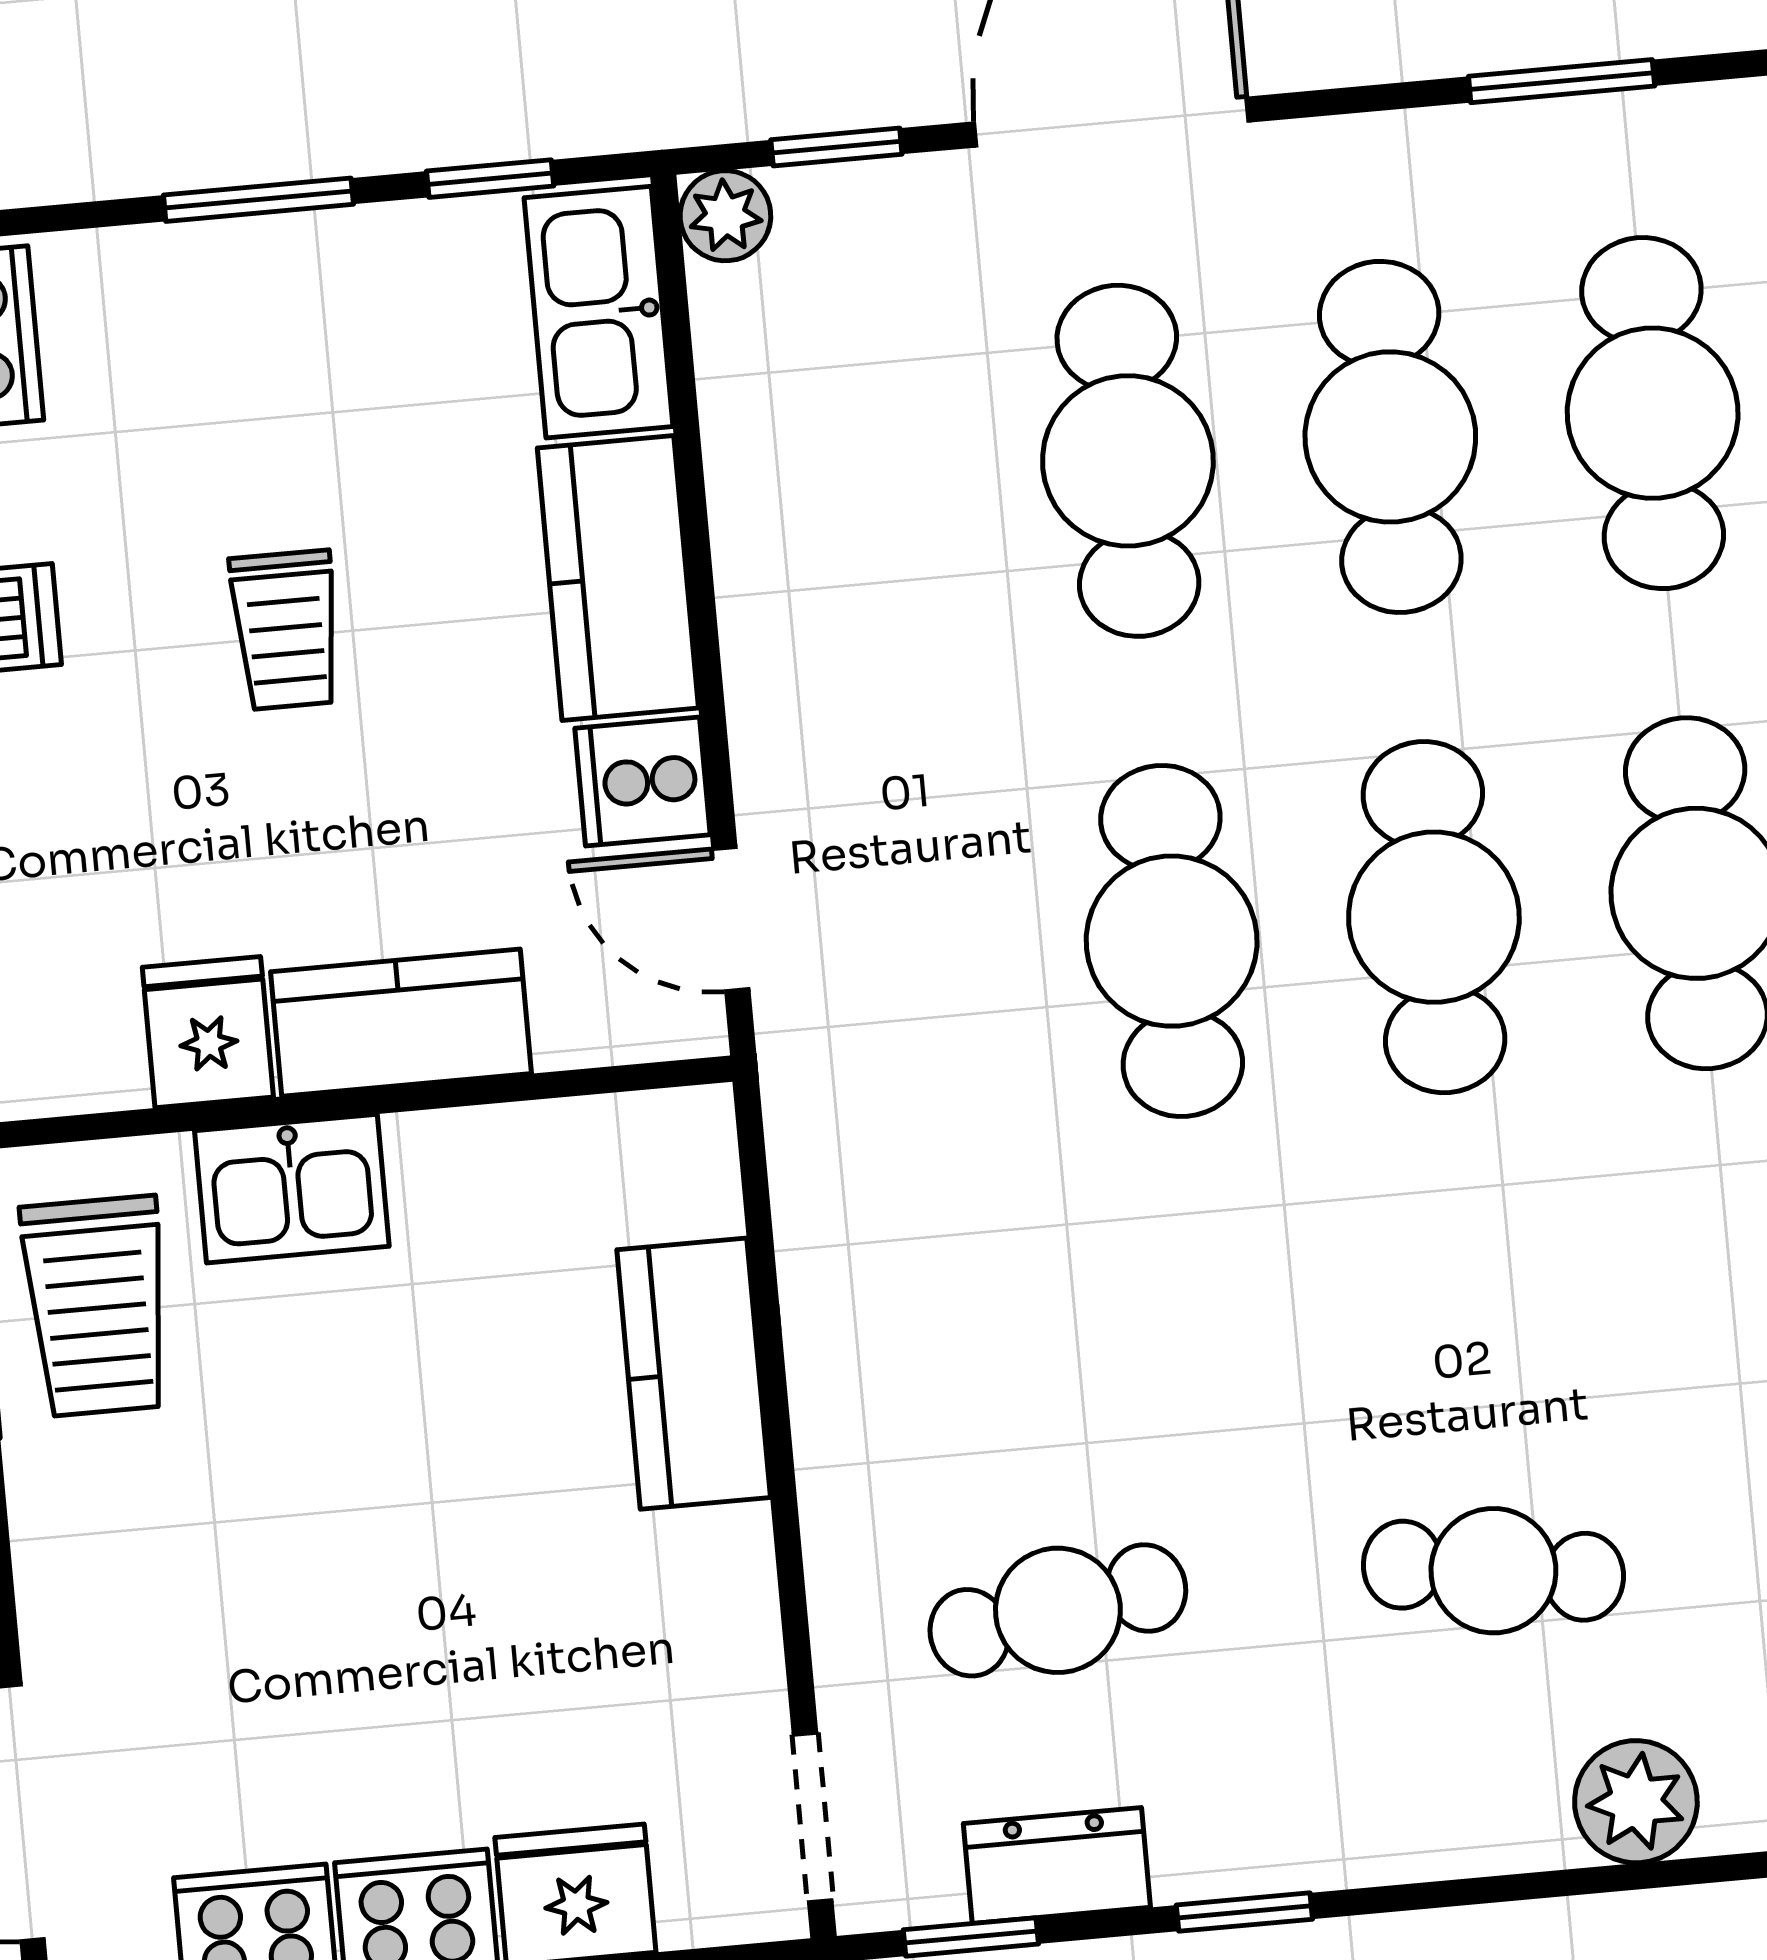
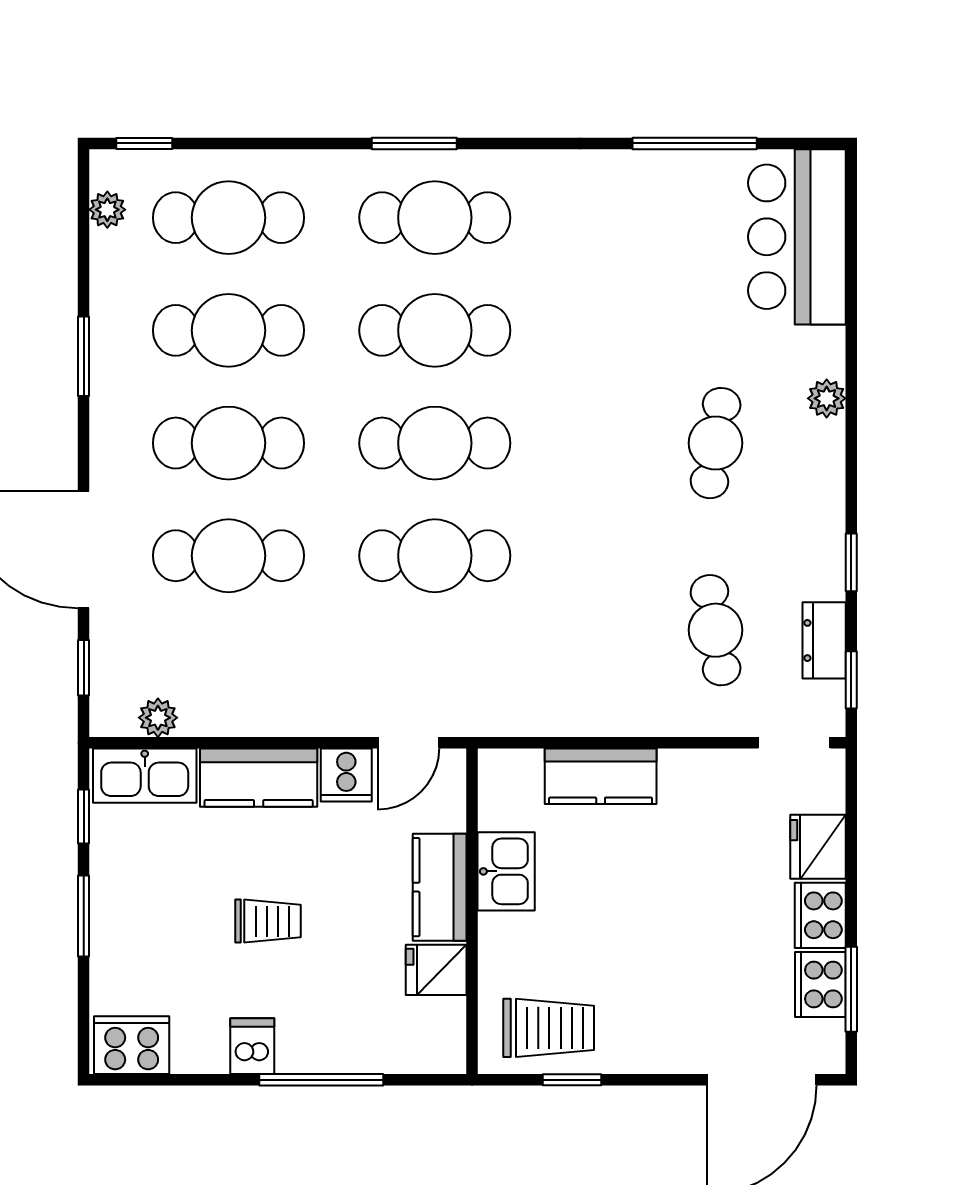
plant: (725, 216) -> (158, 718), moved
kitchen sink: (292, 1189) -> (506, 871), moved
plant: (1636, 1802) -> (827, 398), width x0.73, depth x0.73

